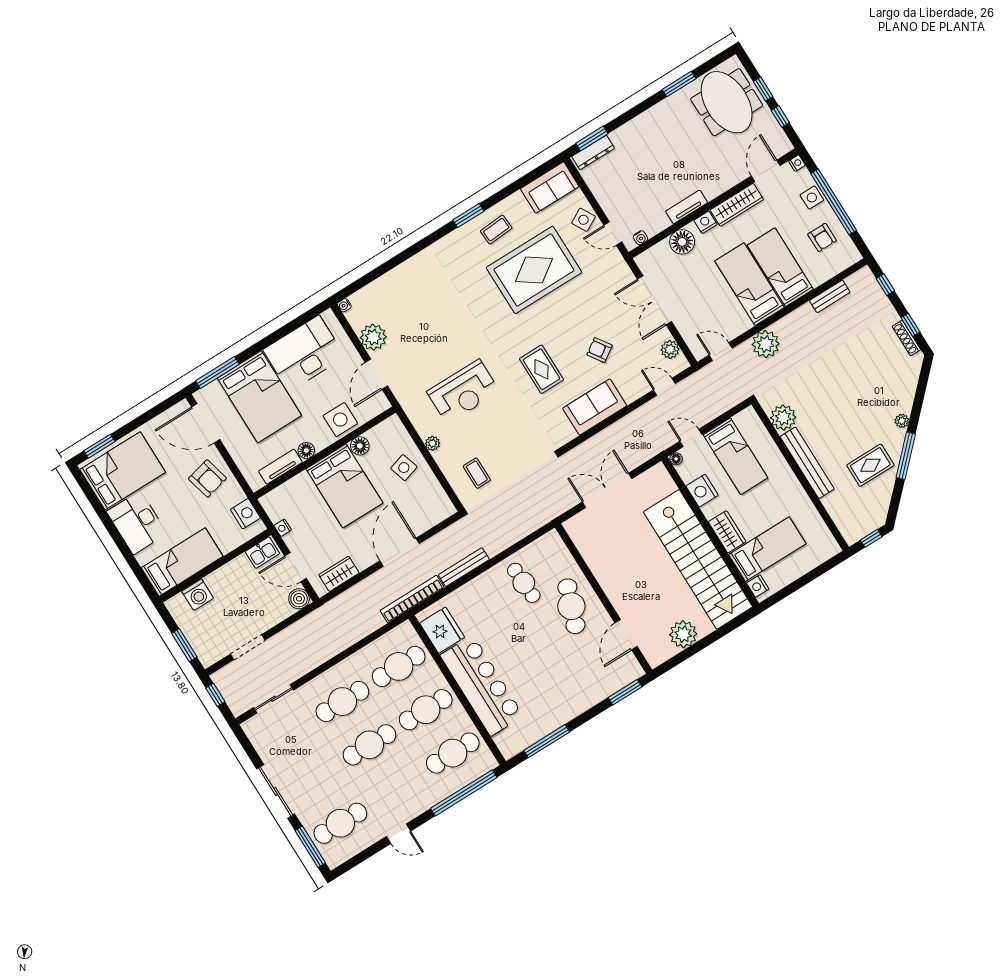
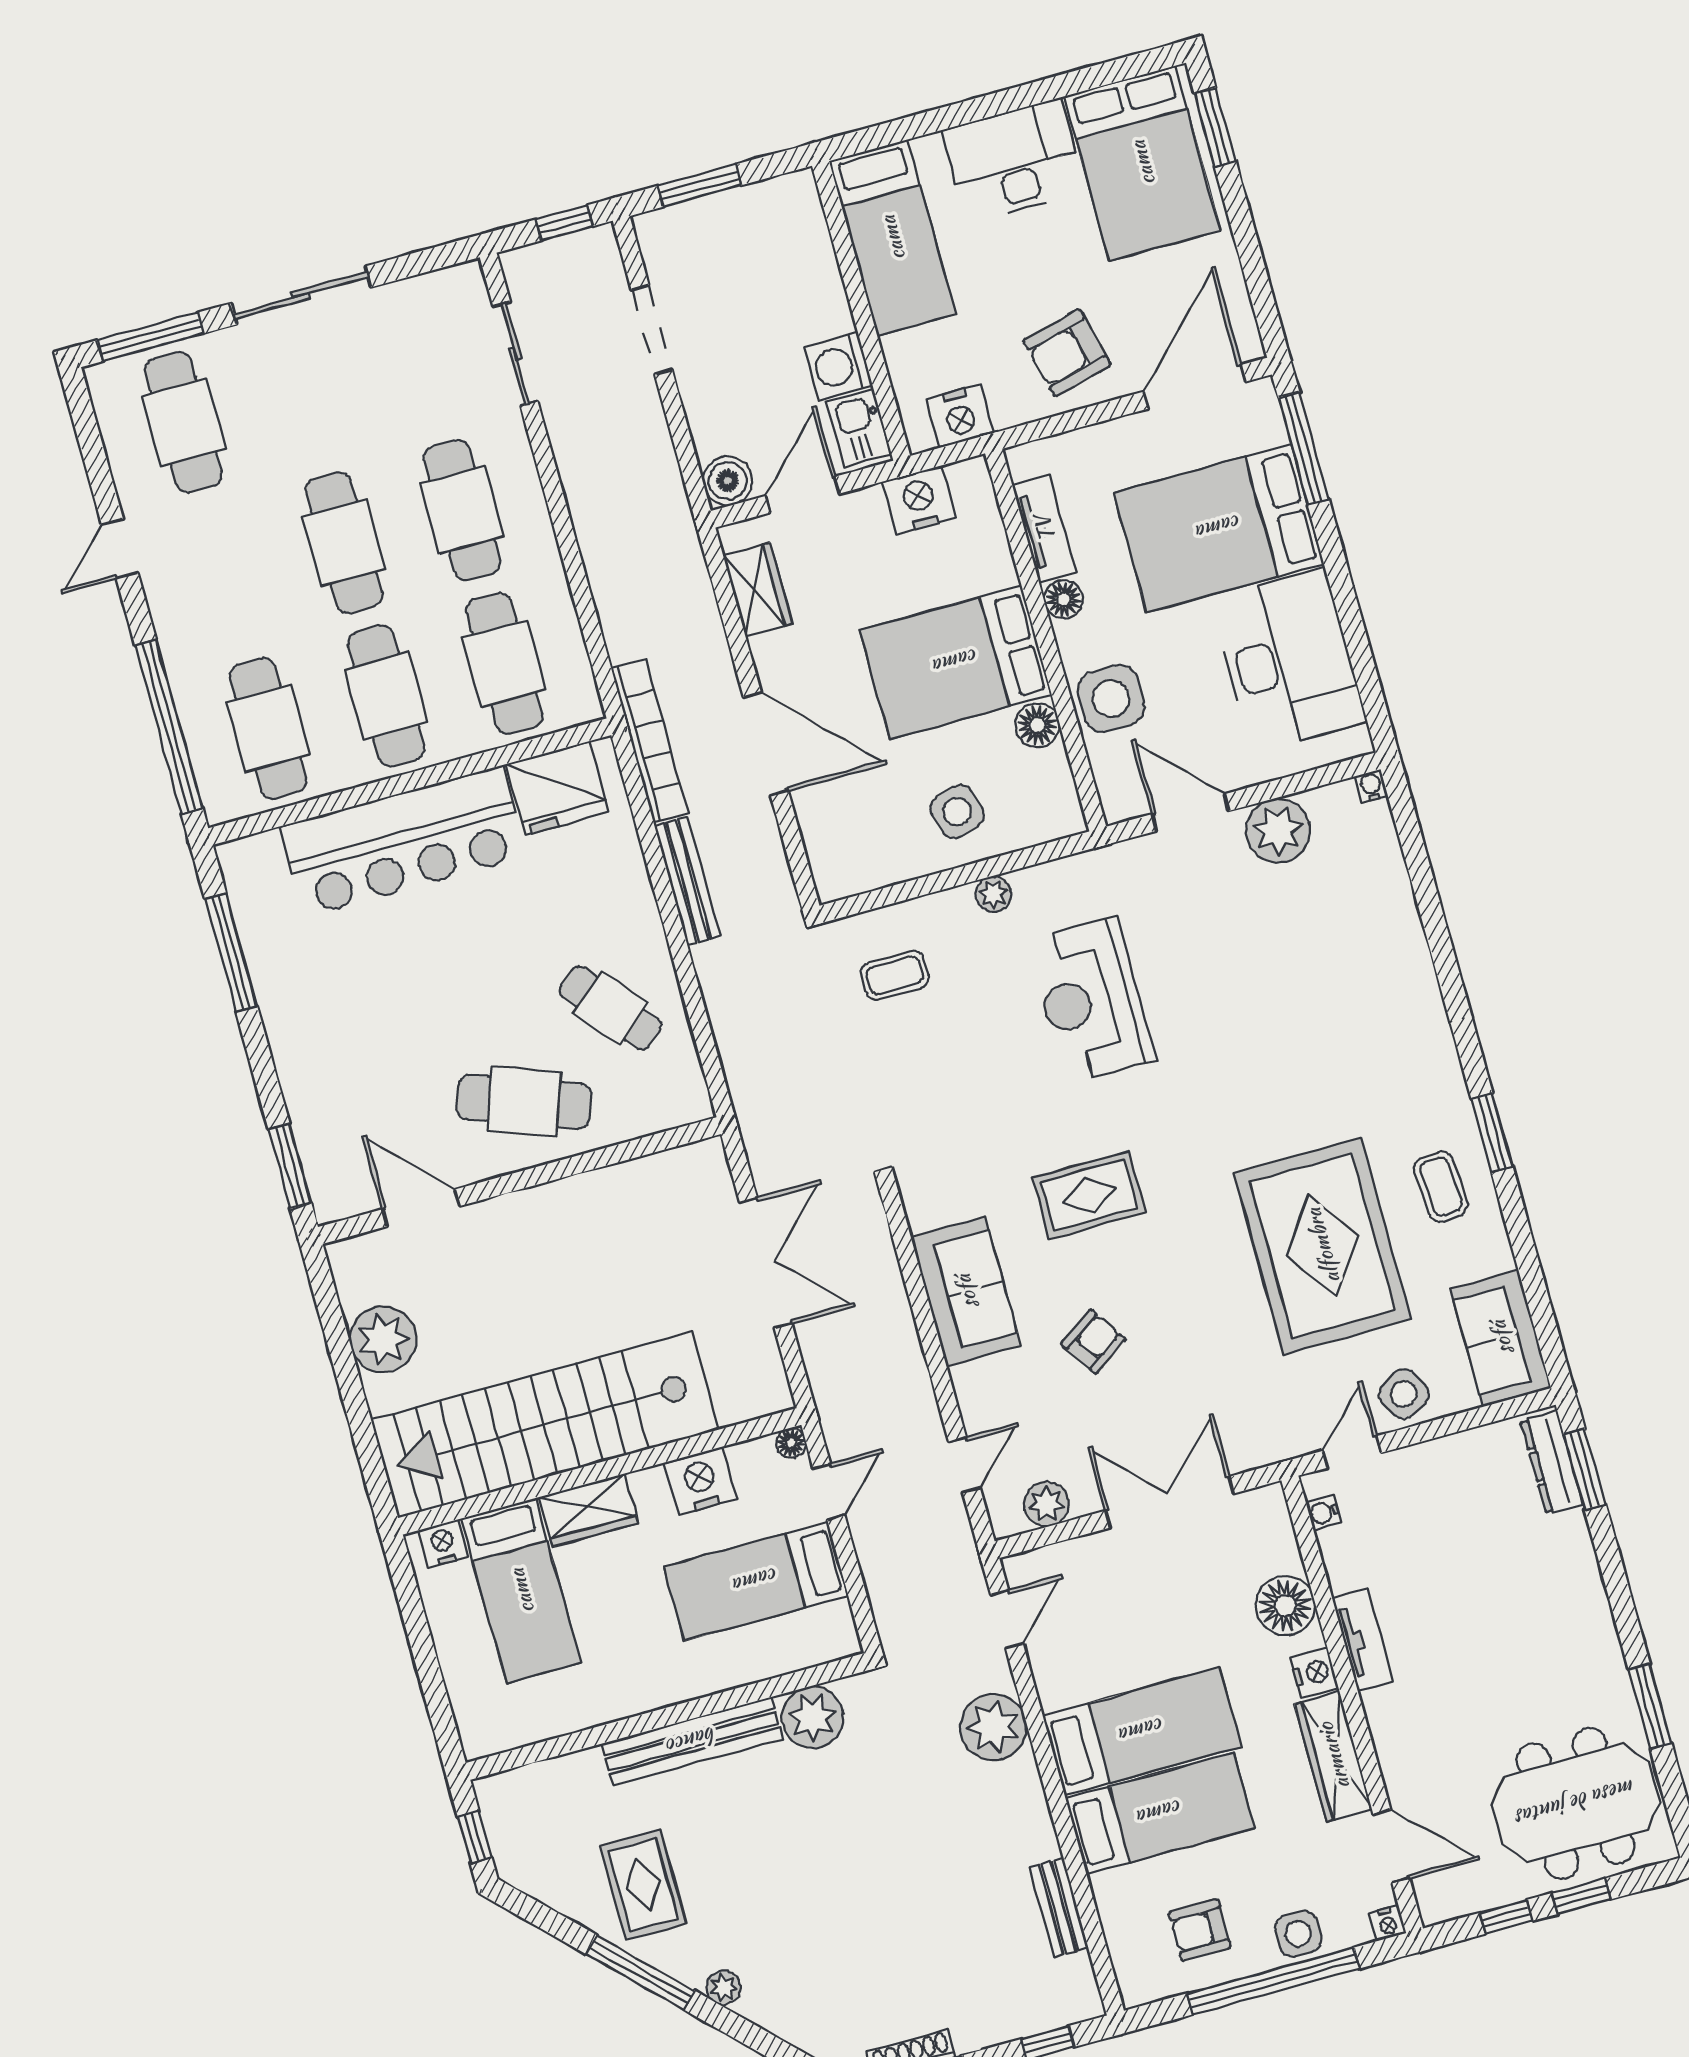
nightstand: (283, 528) -> (919, 500), width x1.89, depth x1.79
cafe table: (524, 583) -> (610, 1008), turned 53
washing machine: (198, 595) -> (838, 366), moved

